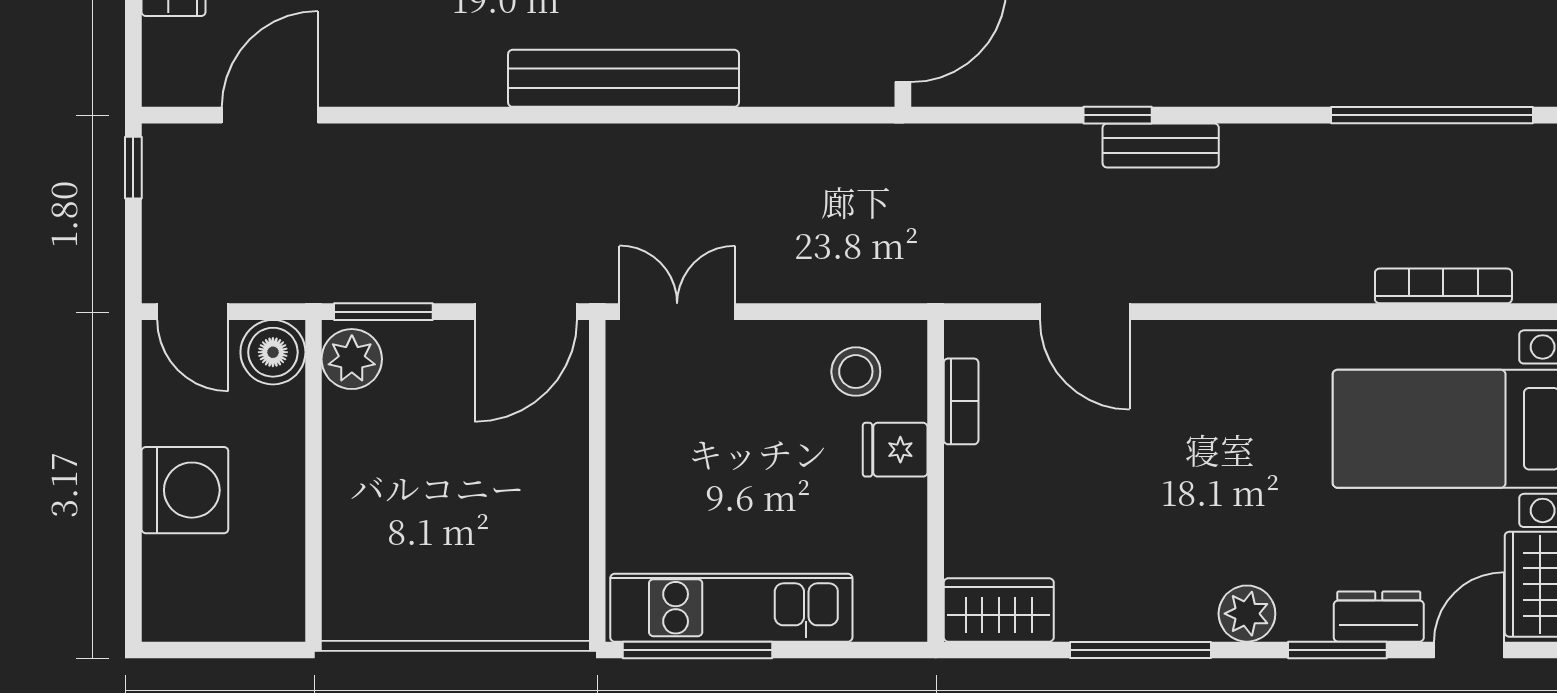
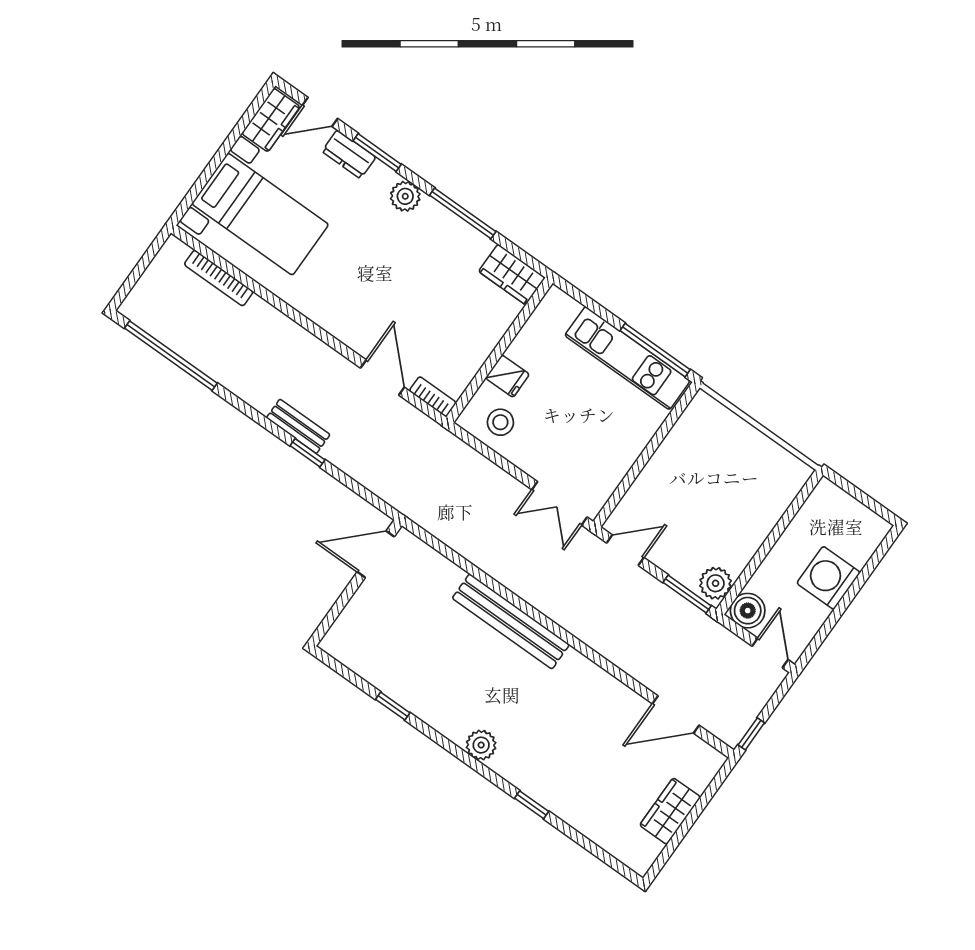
door: (526, 312) -> (625, 550), width x0.73
bookcase: (961, 401) -> (433, 397), moved, turned 90

